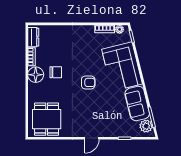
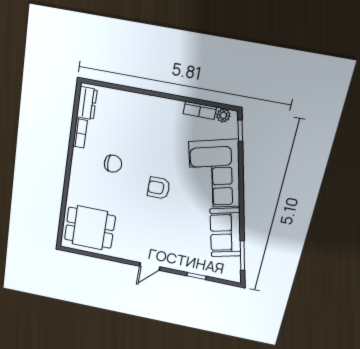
floor lamp: (36, 75) -> (83, 161), removed
armchair: (88, 82) -> (159, 188), turned 180
dining table: (47, 119) -> (90, 228), turned 90
plant: (146, 126) -> (231, 266), removed

